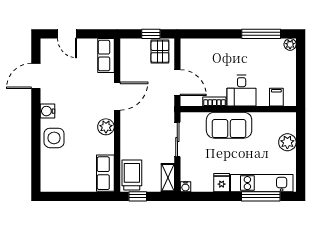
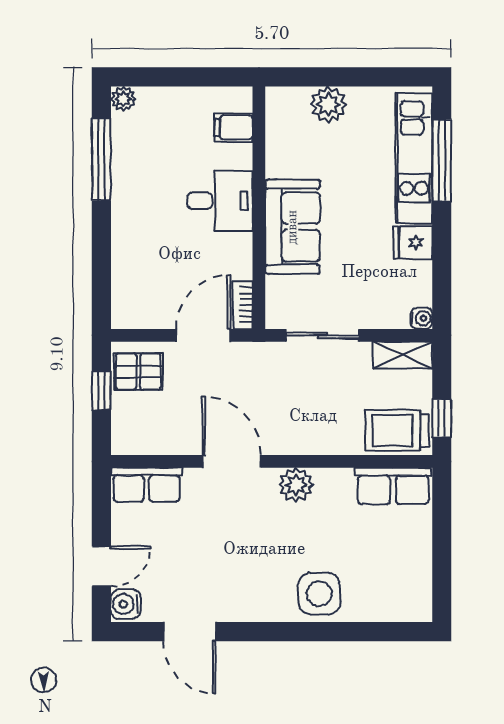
bookcase: (214, 102) -> (243, 305), moved
water cooler: (48, 111) -> (126, 604), moved, turned 90

